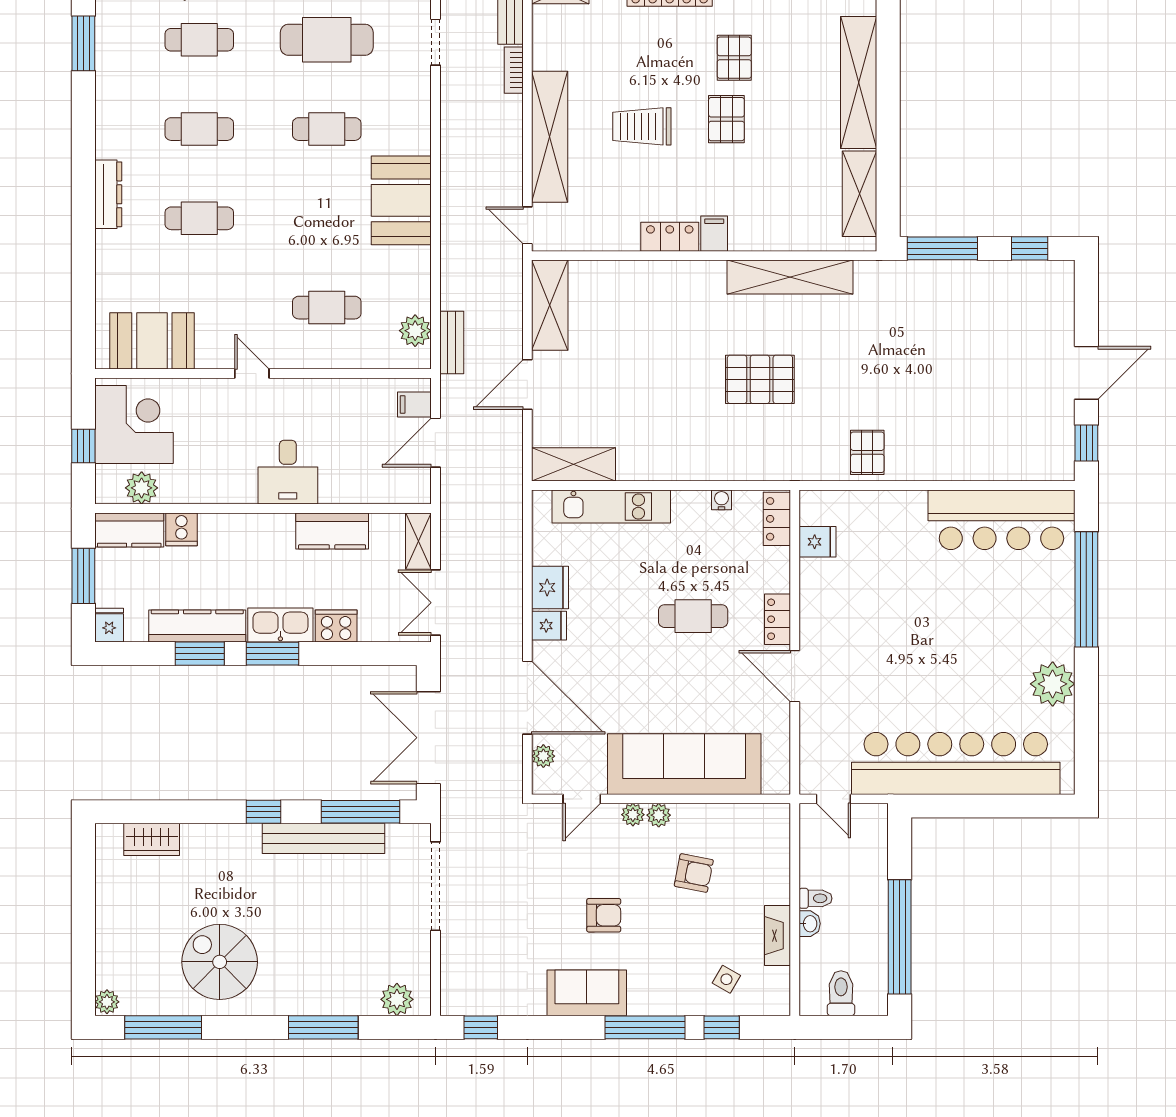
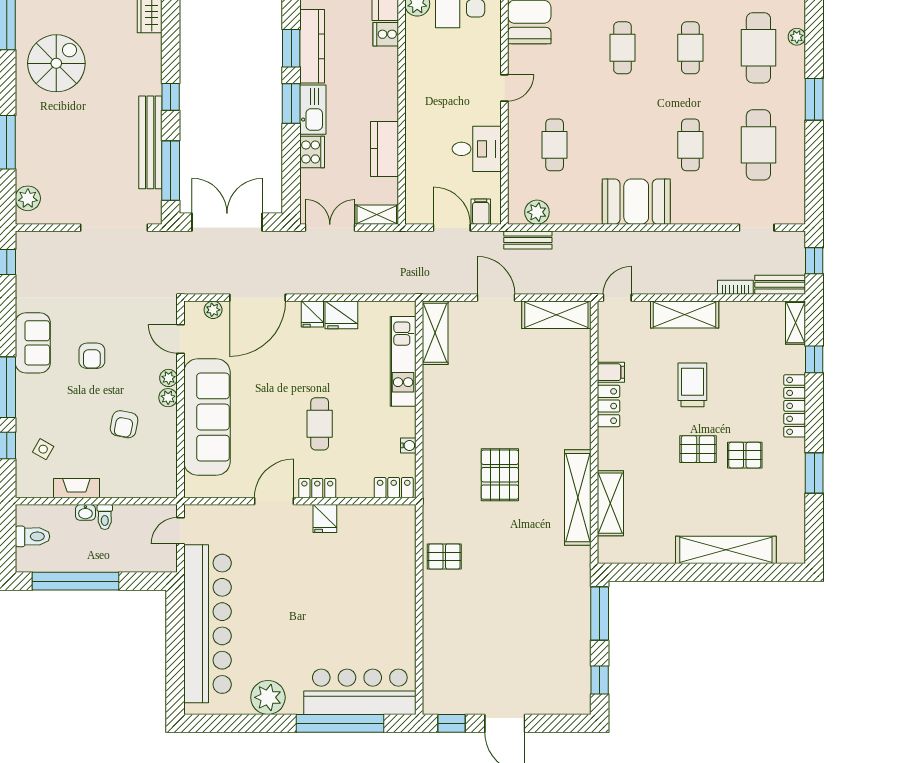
cafe table: (199, 40) -> (758, 48), width x1.37, depth x1.35
shelving: (550, 137) -> (685, 315), width x0.68
shelving: (859, 194) -> (610, 503), moved, turned 90
filing cabinet: (714, 234) -> (611, 372), moved
desk: (288, 472) -> (477, 149), moved, turned 180
bar counter: (1001, 520) -> (360, 692), moved, turned 90
fridge: (817, 542) -> (325, 518), moved

